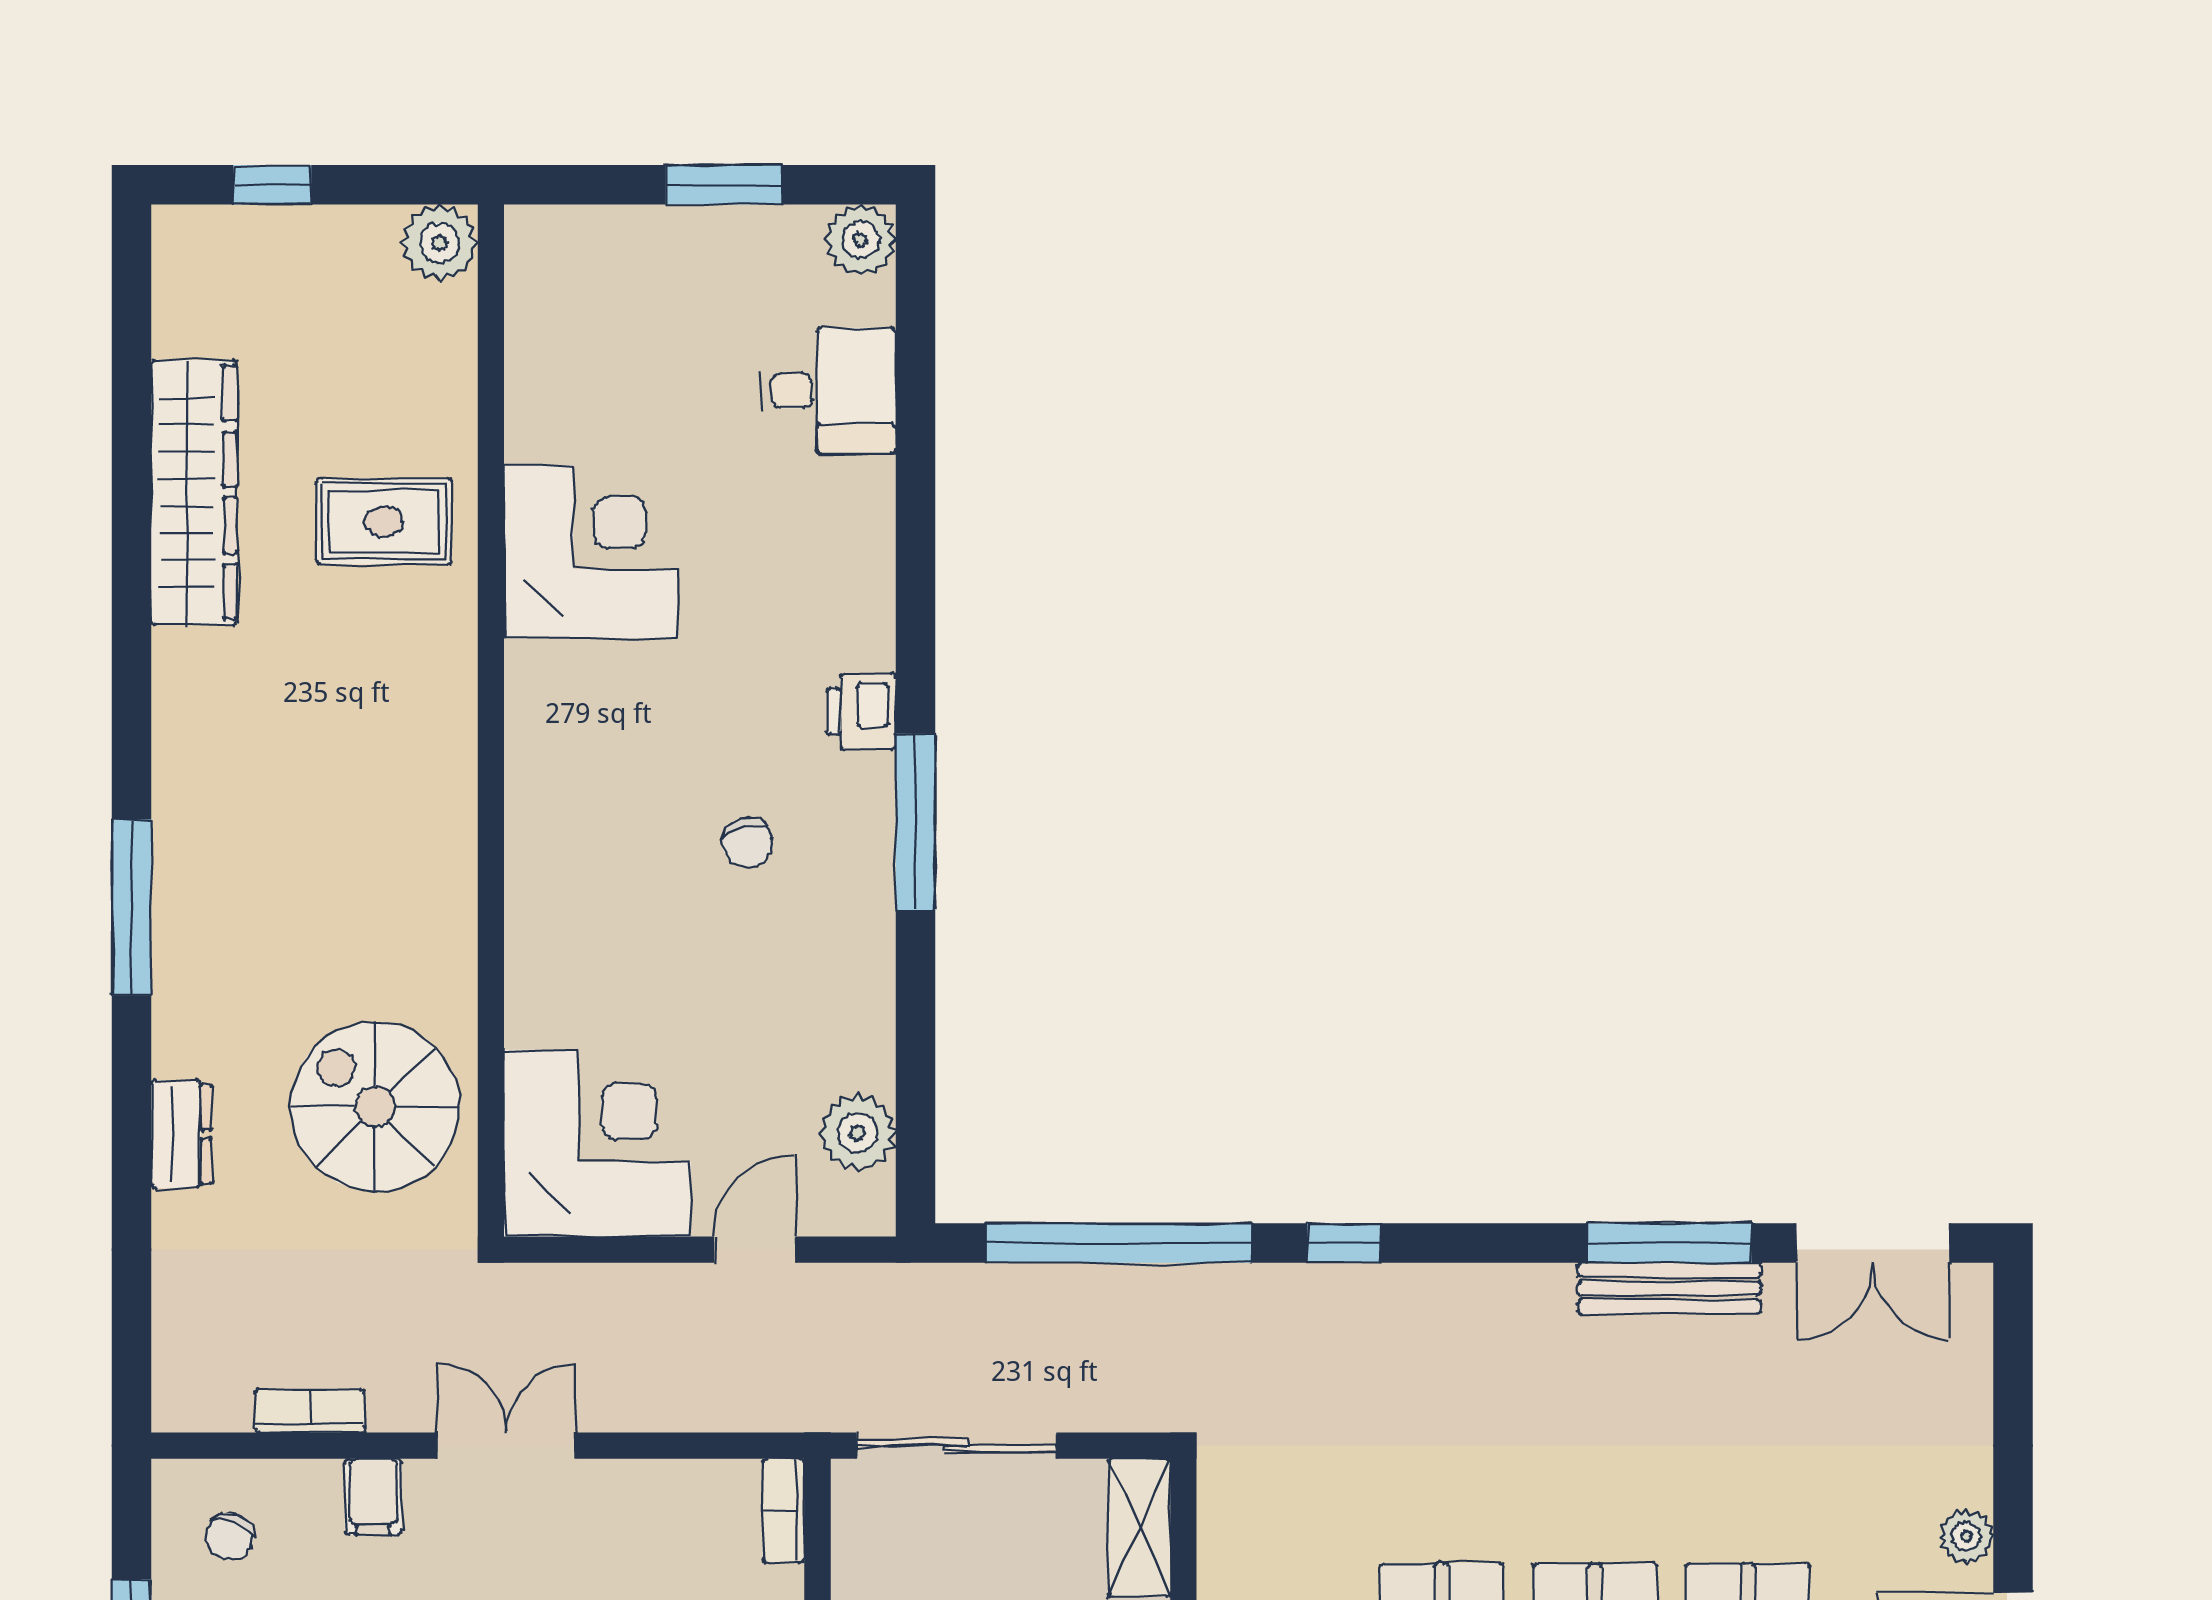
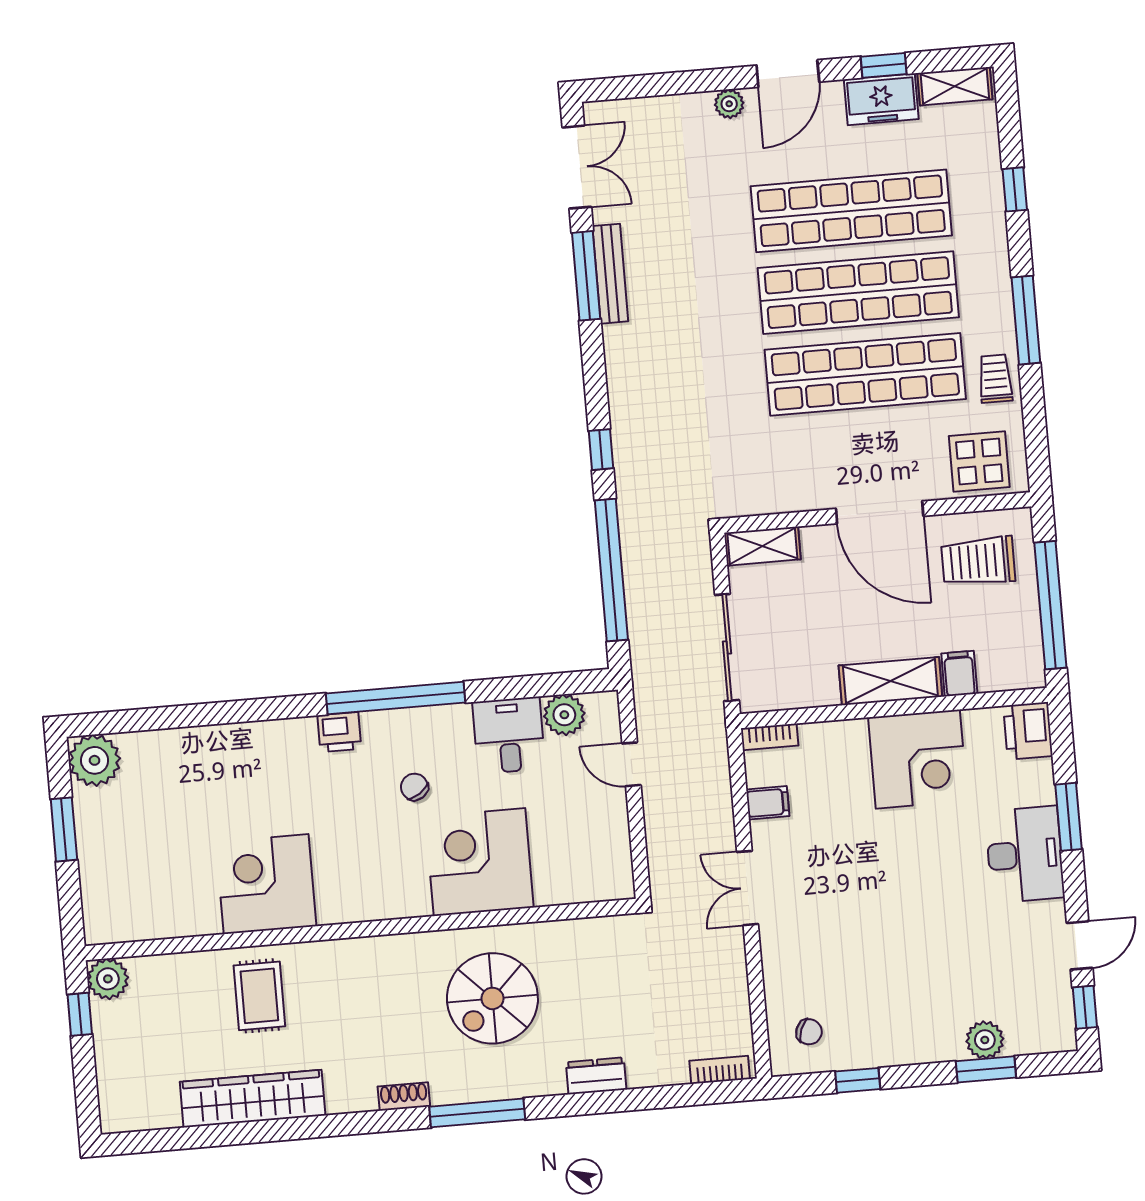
window: (272, 185) -> (80, 1014), moved
plant: (861, 240) -> (95, 760), width x1.36, depth x1.36
desk: (828, 391) -> (509, 735), moved
shoe rack: (174, 774) -> (404, 1096), added
window: (916, 822) -> (396, 698), width x1.46
chair: (747, 843) -> (414, 787), turned -110
spiral stairs: (375, 1107) -> (492, 998), moved
corner desk: (597, 1143) -> (479, 862), moved
bookcase: (310, 1411) -> (720, 1070), moved, turned 90
filing cabinet: (373, 1497) -> (768, 803), moved

